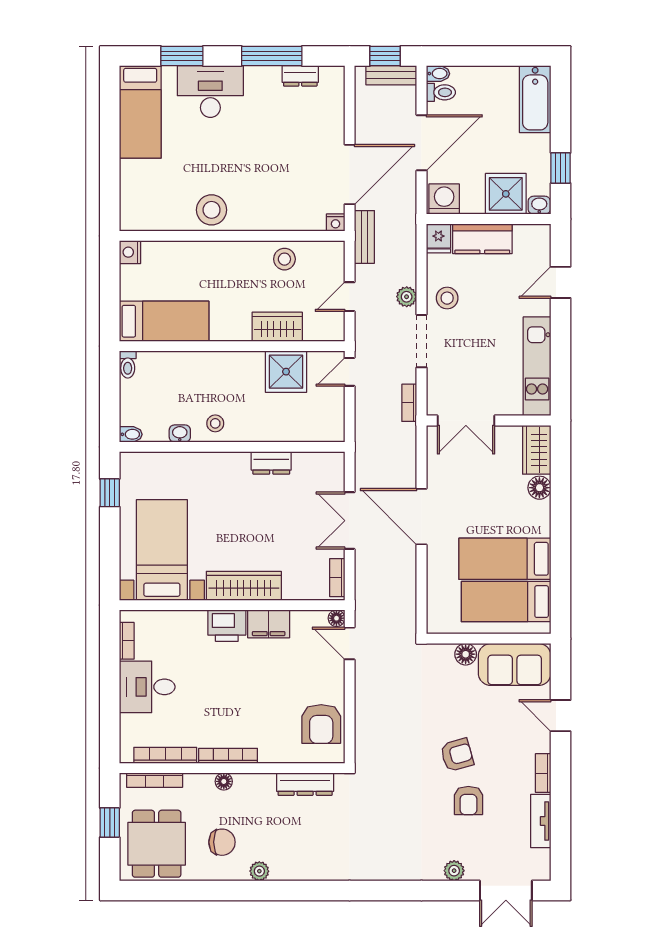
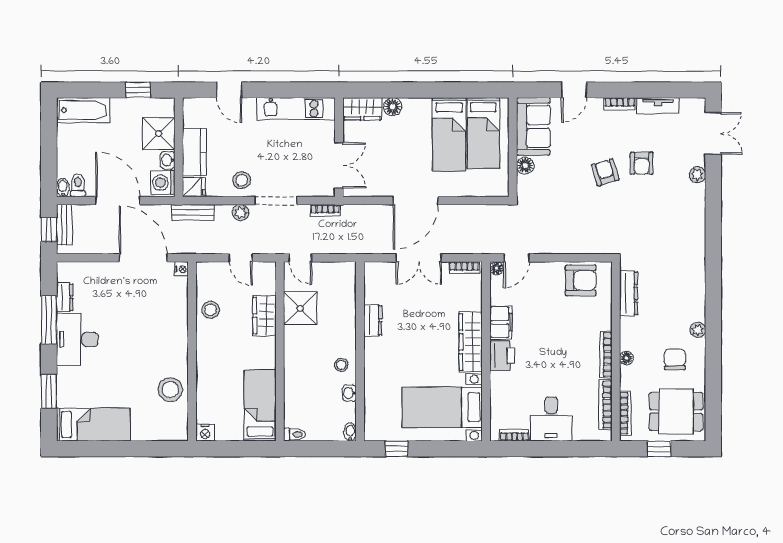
desk: (210, 91) -> (77, 339), moved
washbasin: (539, 205) -> (168, 160), moved
stool: (212, 210) -> (170, 390), moved
bench: (364, 237) -> (193, 212), moved
armchair: (468, 801) -> (642, 163), turned 90

